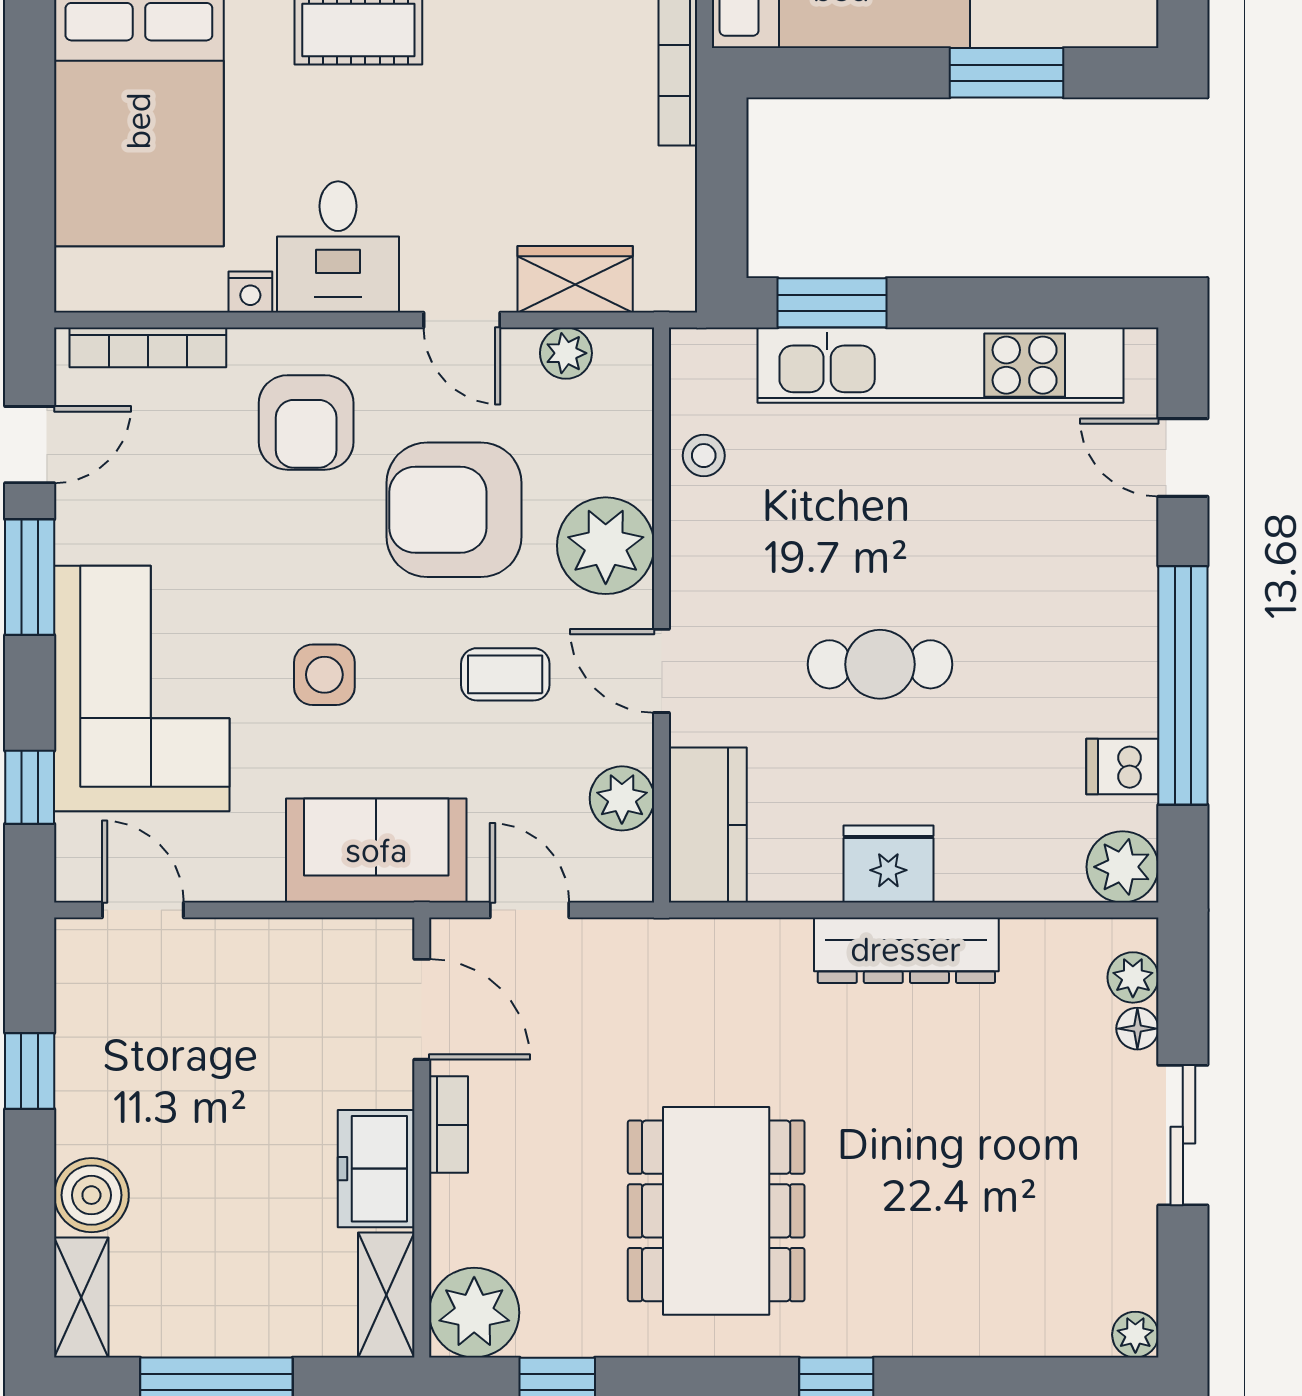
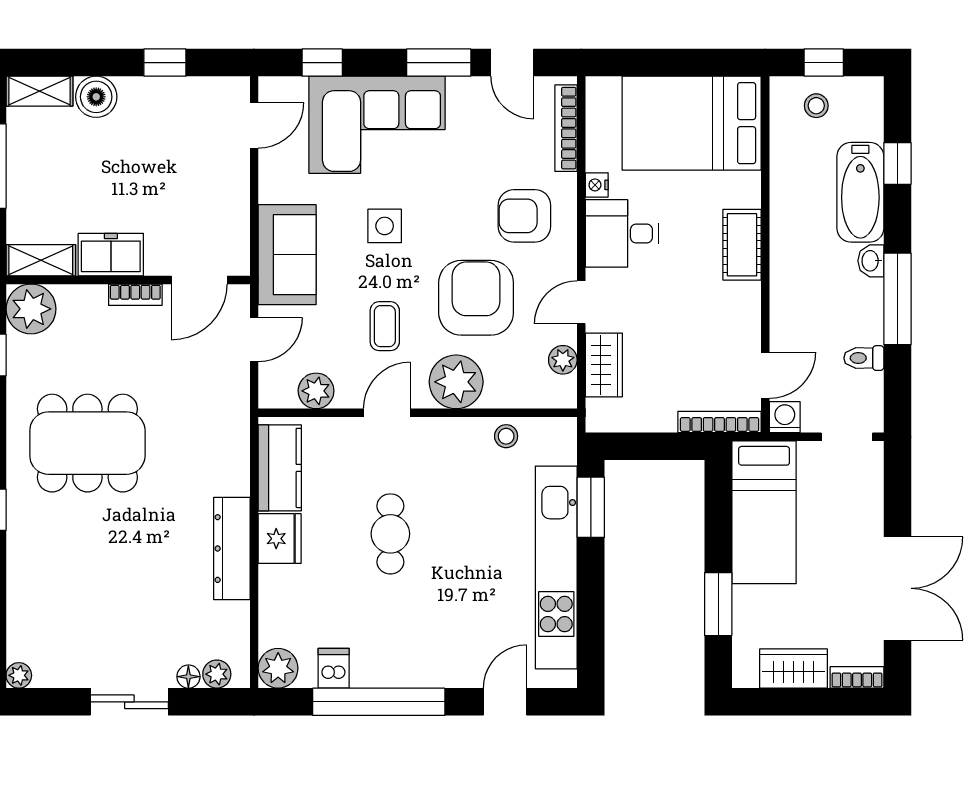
kitchen counter: (708, 825) -> (280, 468), moved, turned -90

